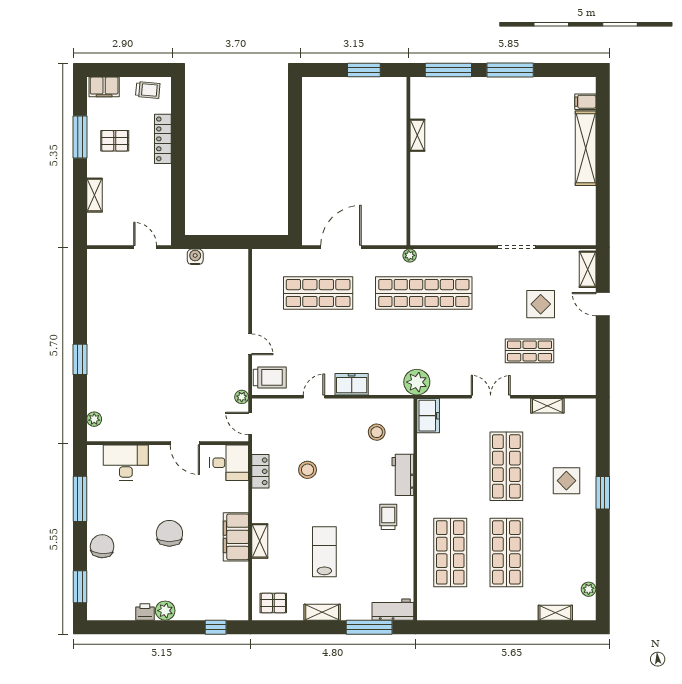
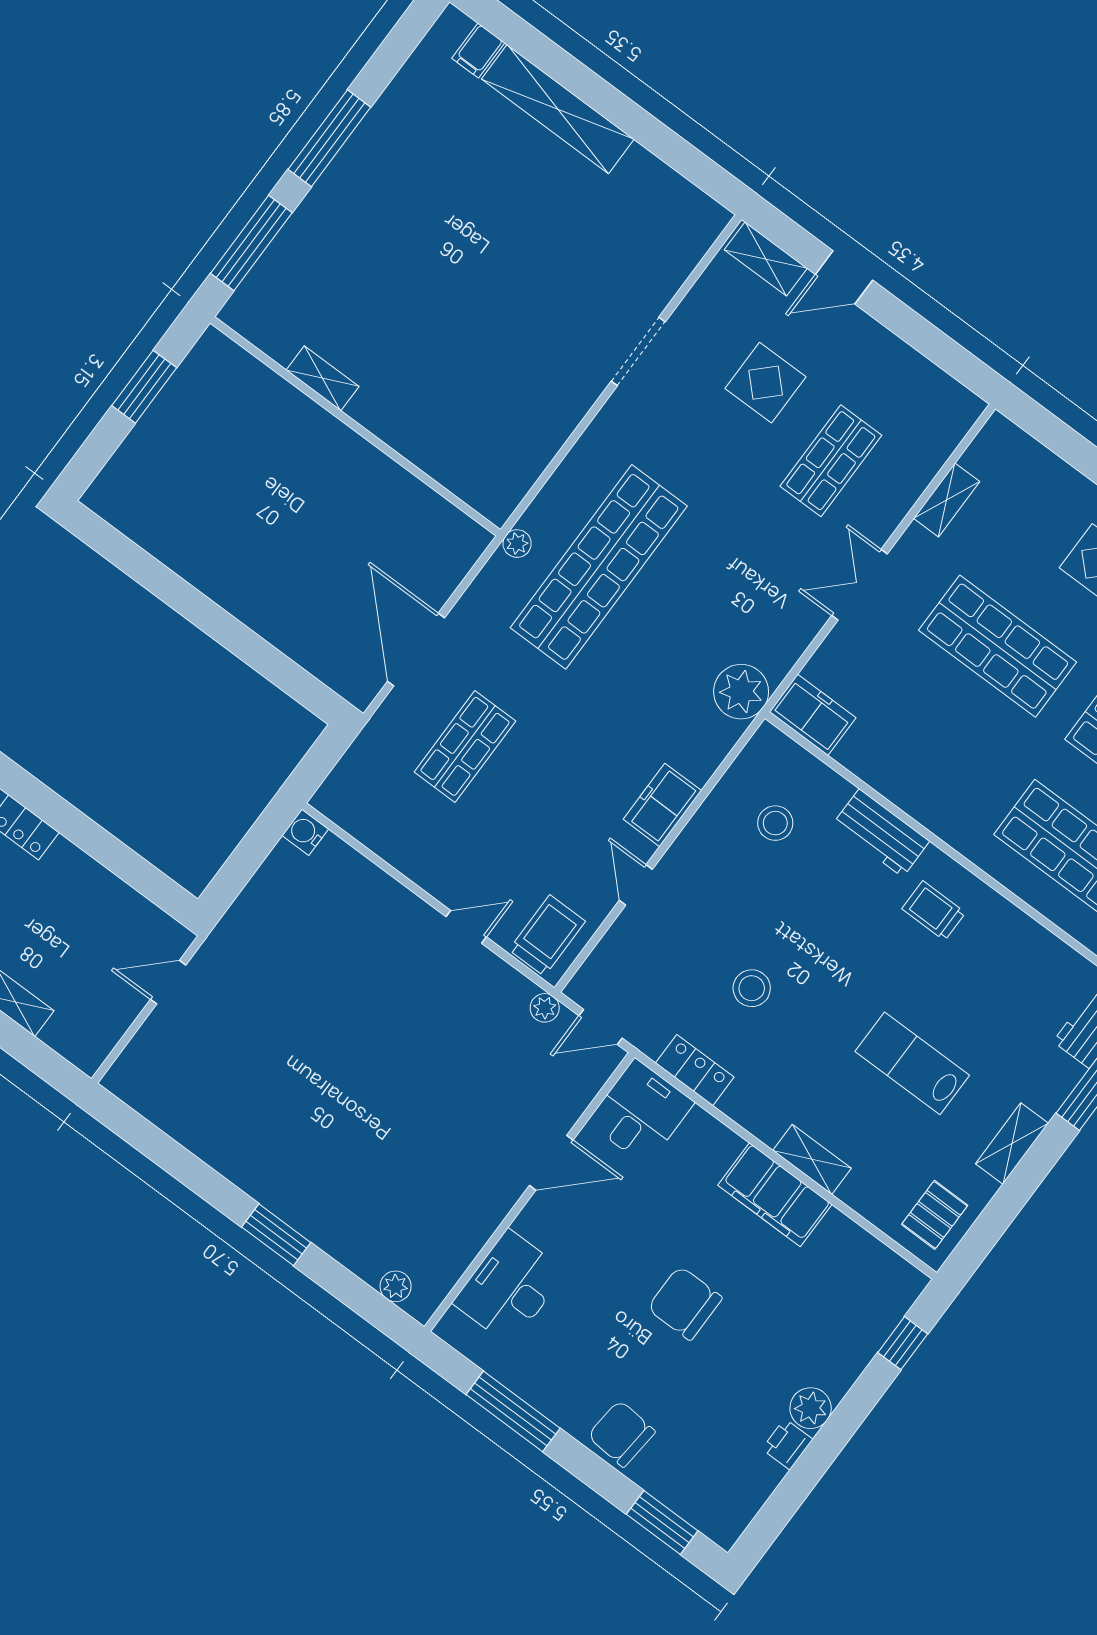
water cooler: (195, 257) -> (305, 832), moved
shop shelf: (318, 293) -> (465, 746), width x0.70, depth x0.74

